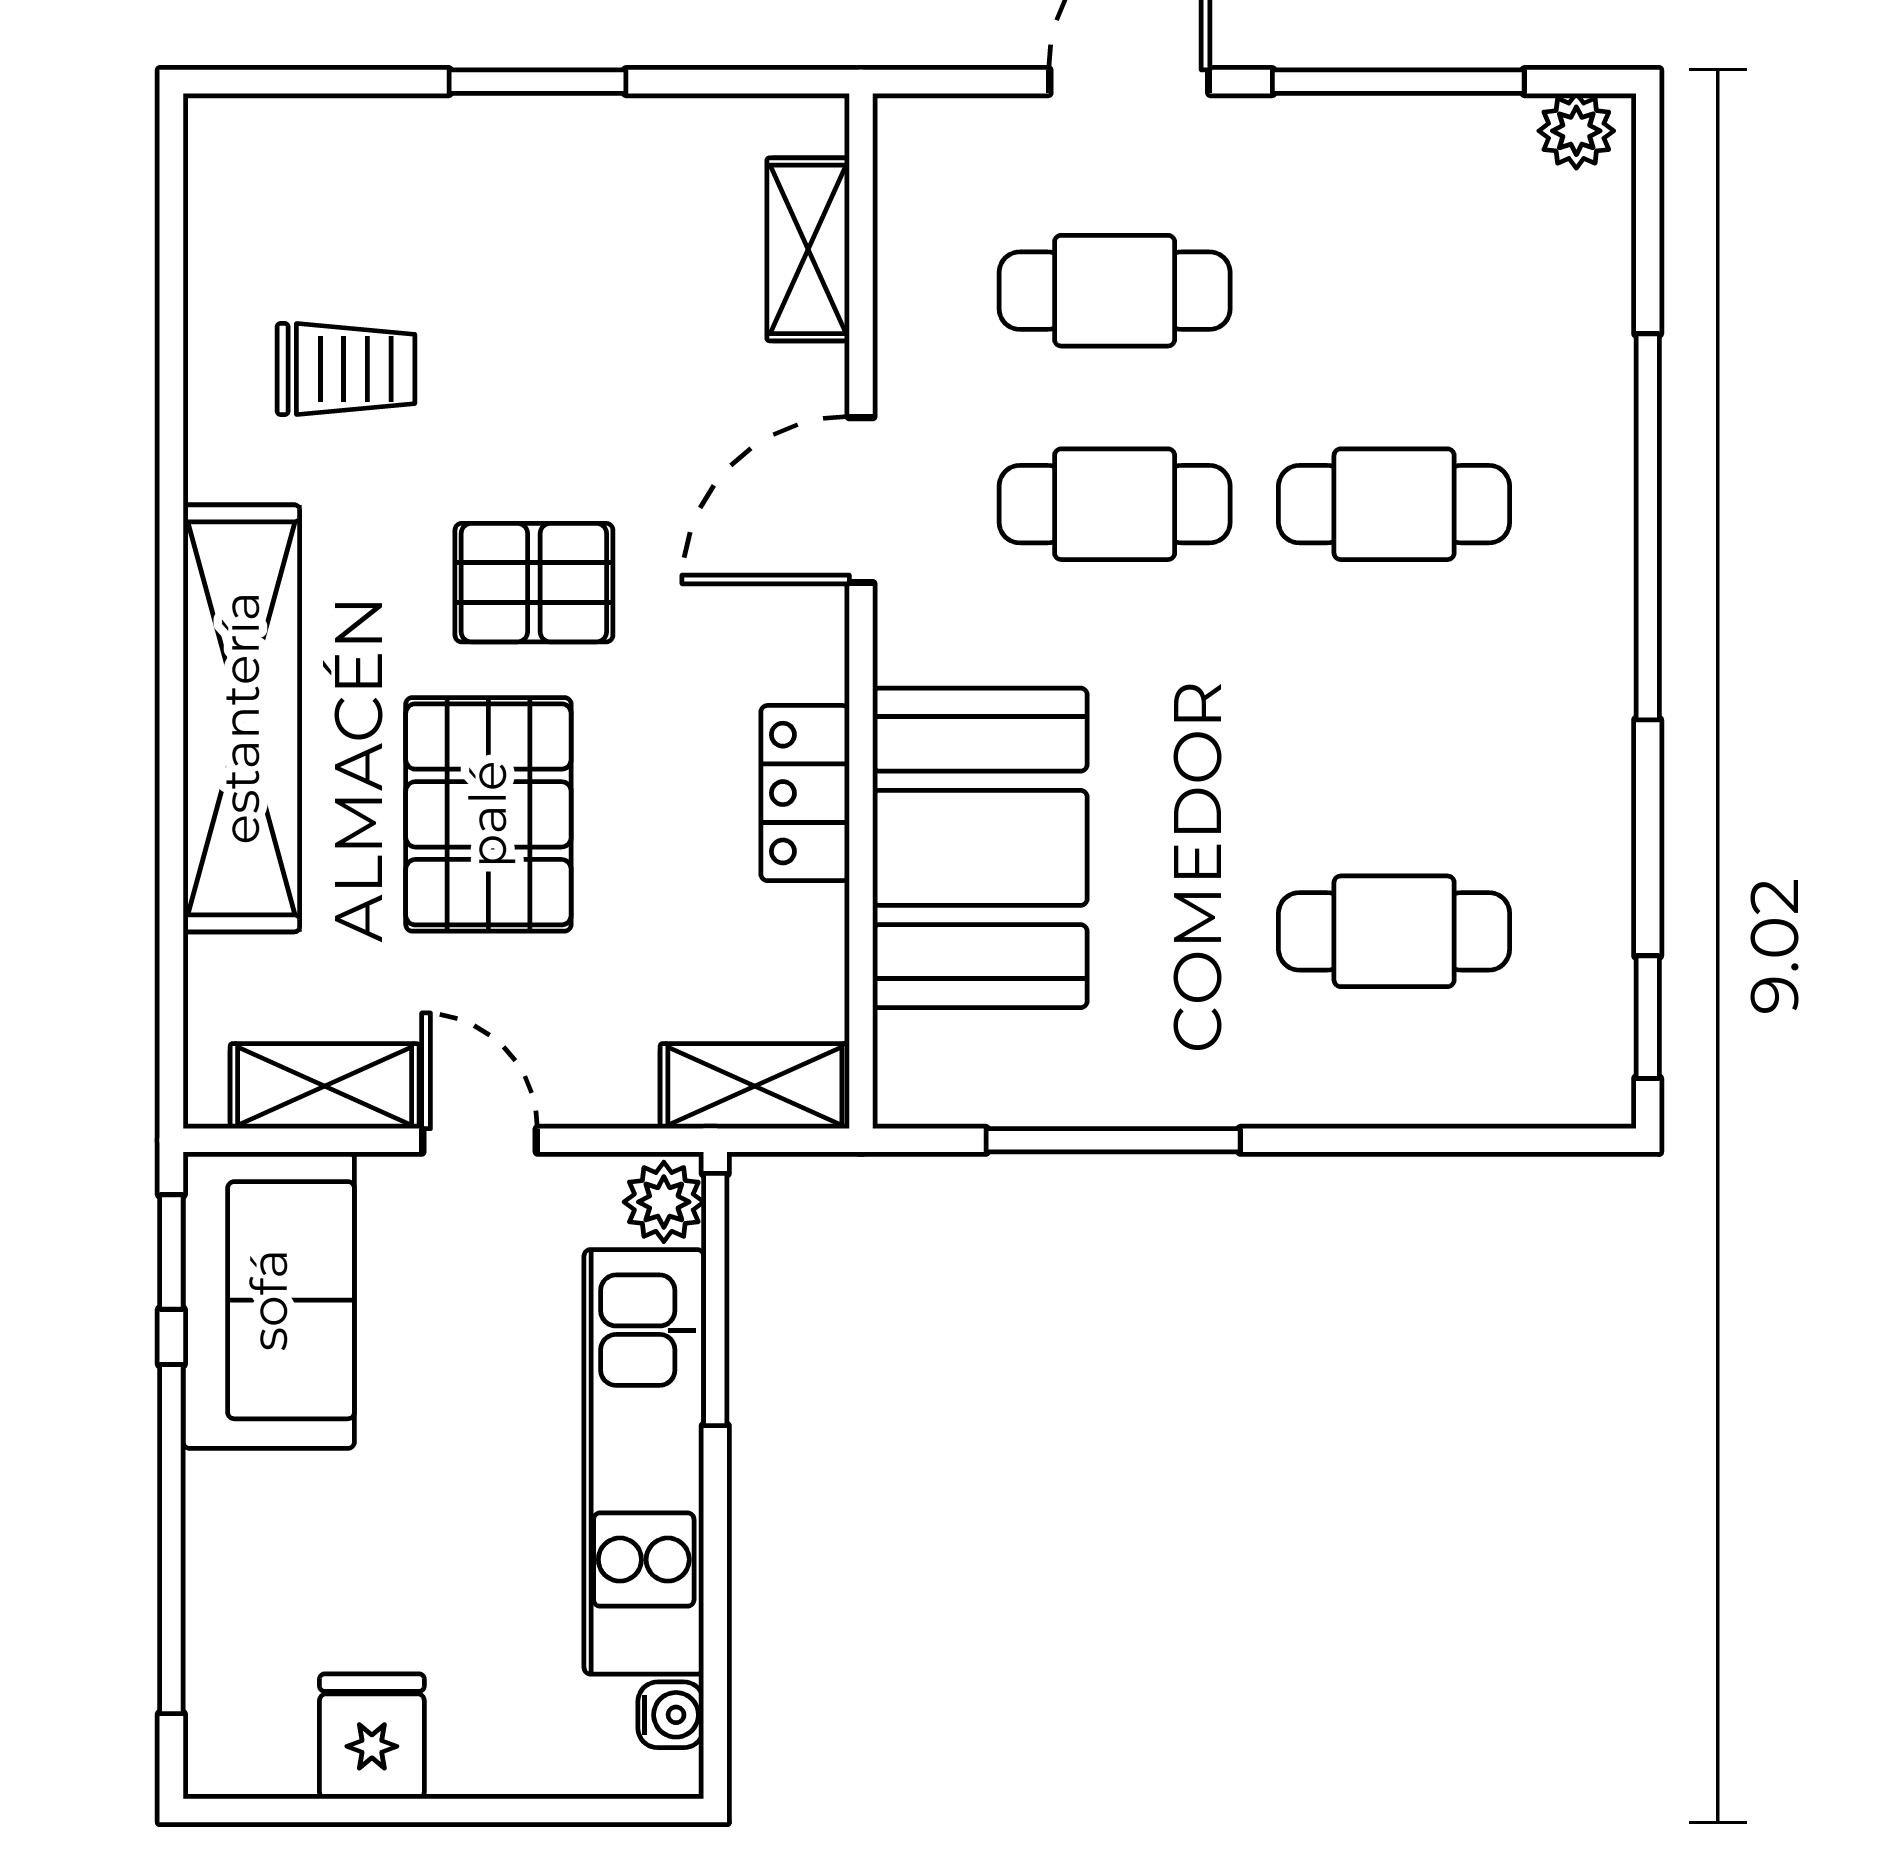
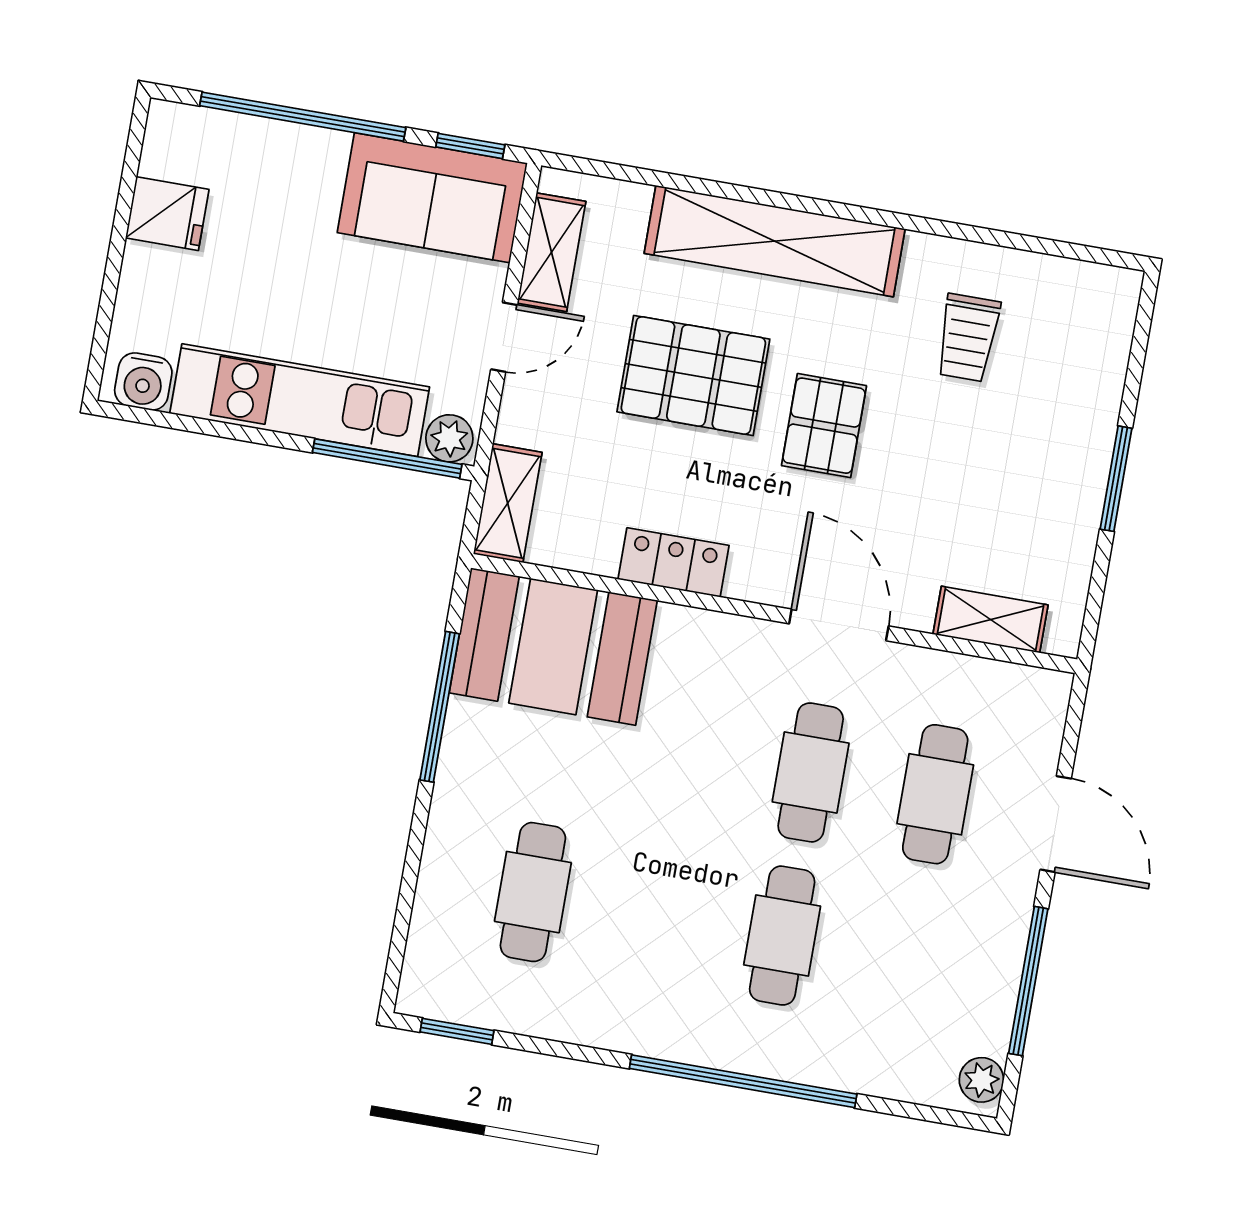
booth: (980, 848) -> (553, 647), moved
water cooler: (671, 1715) -> (143, 382), width x1.38, depth x1.38

